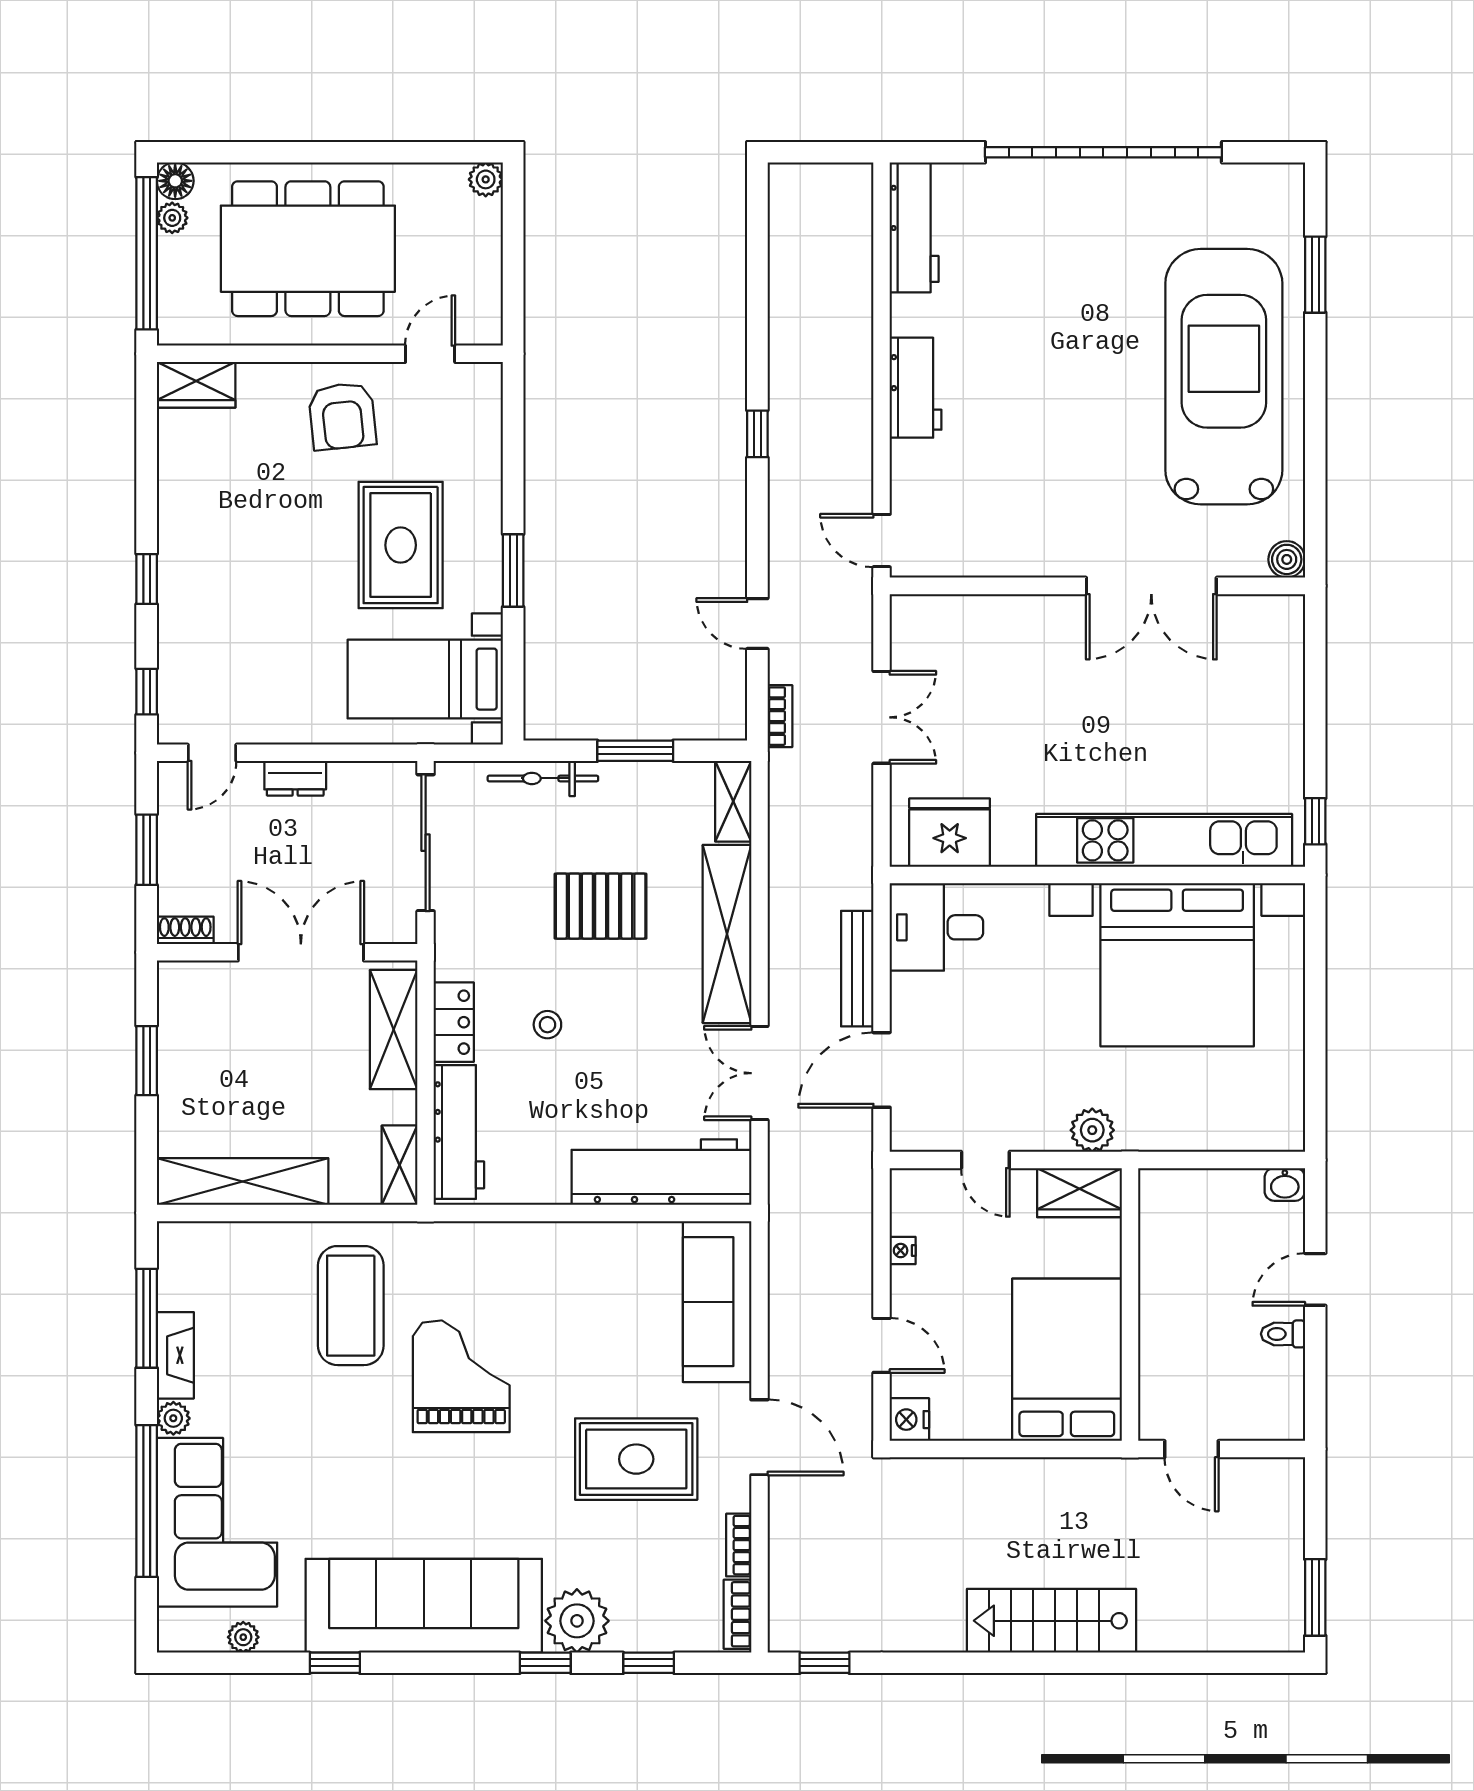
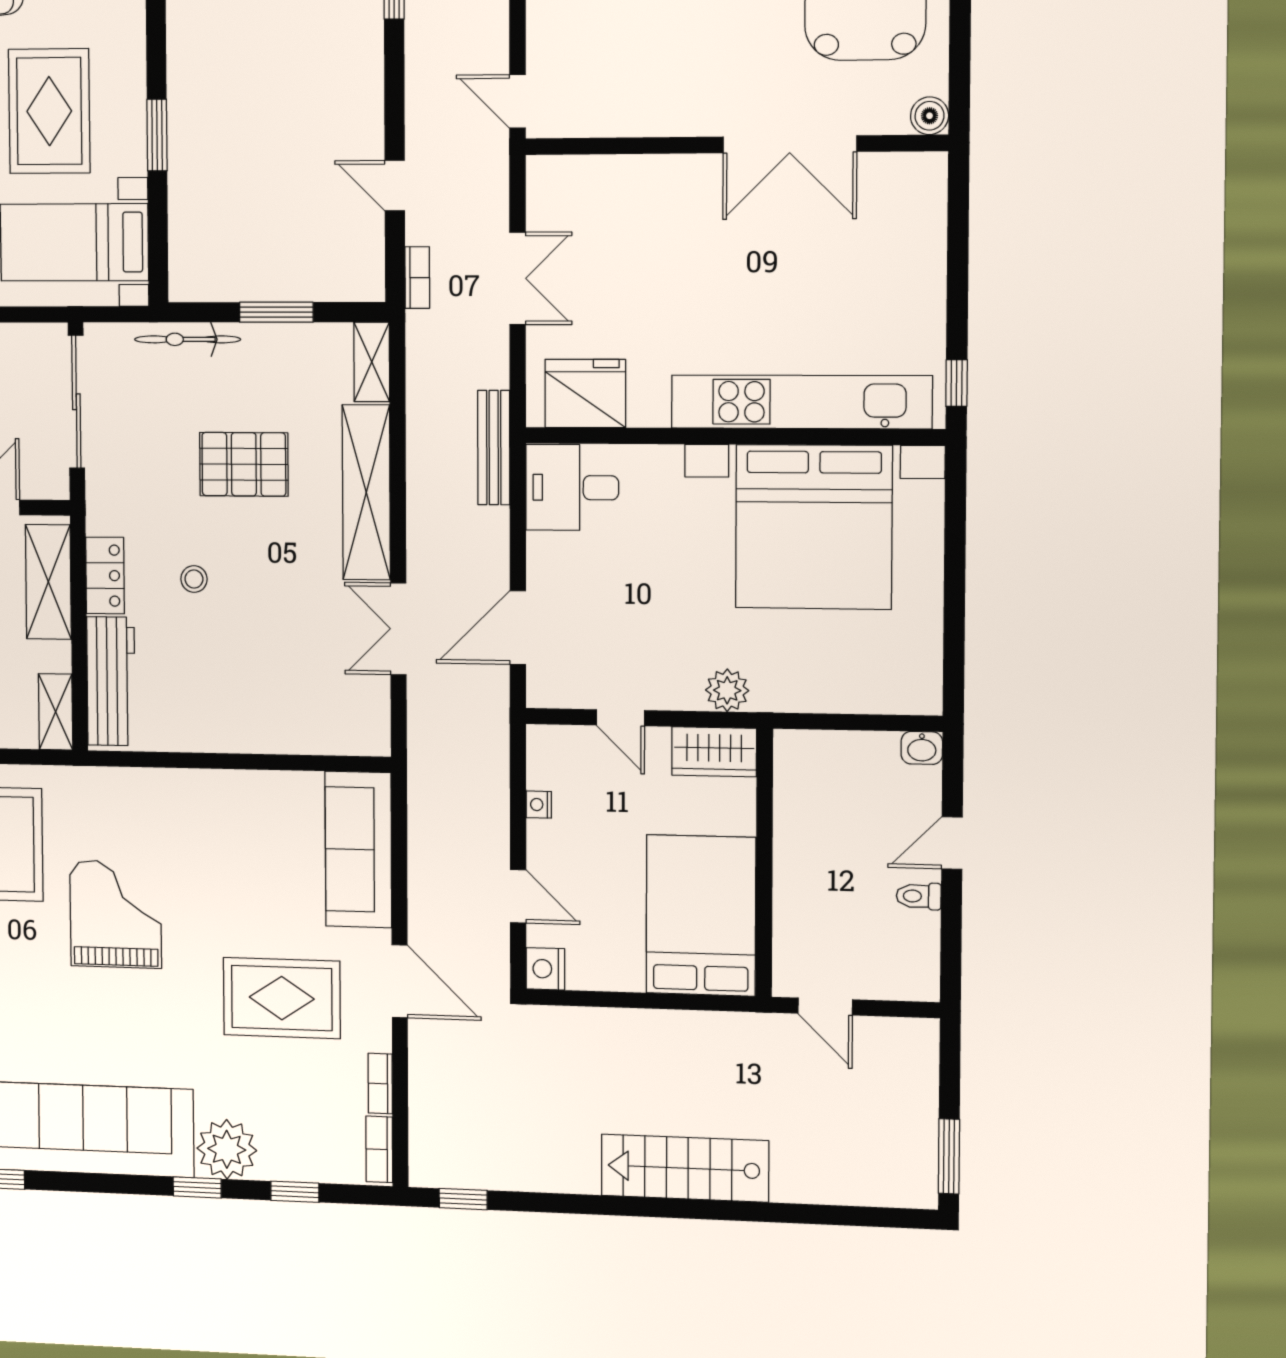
bench: (857, 969) -> (494, 448), moved
workbench: (661, 1172) -> (304, 723), removed

